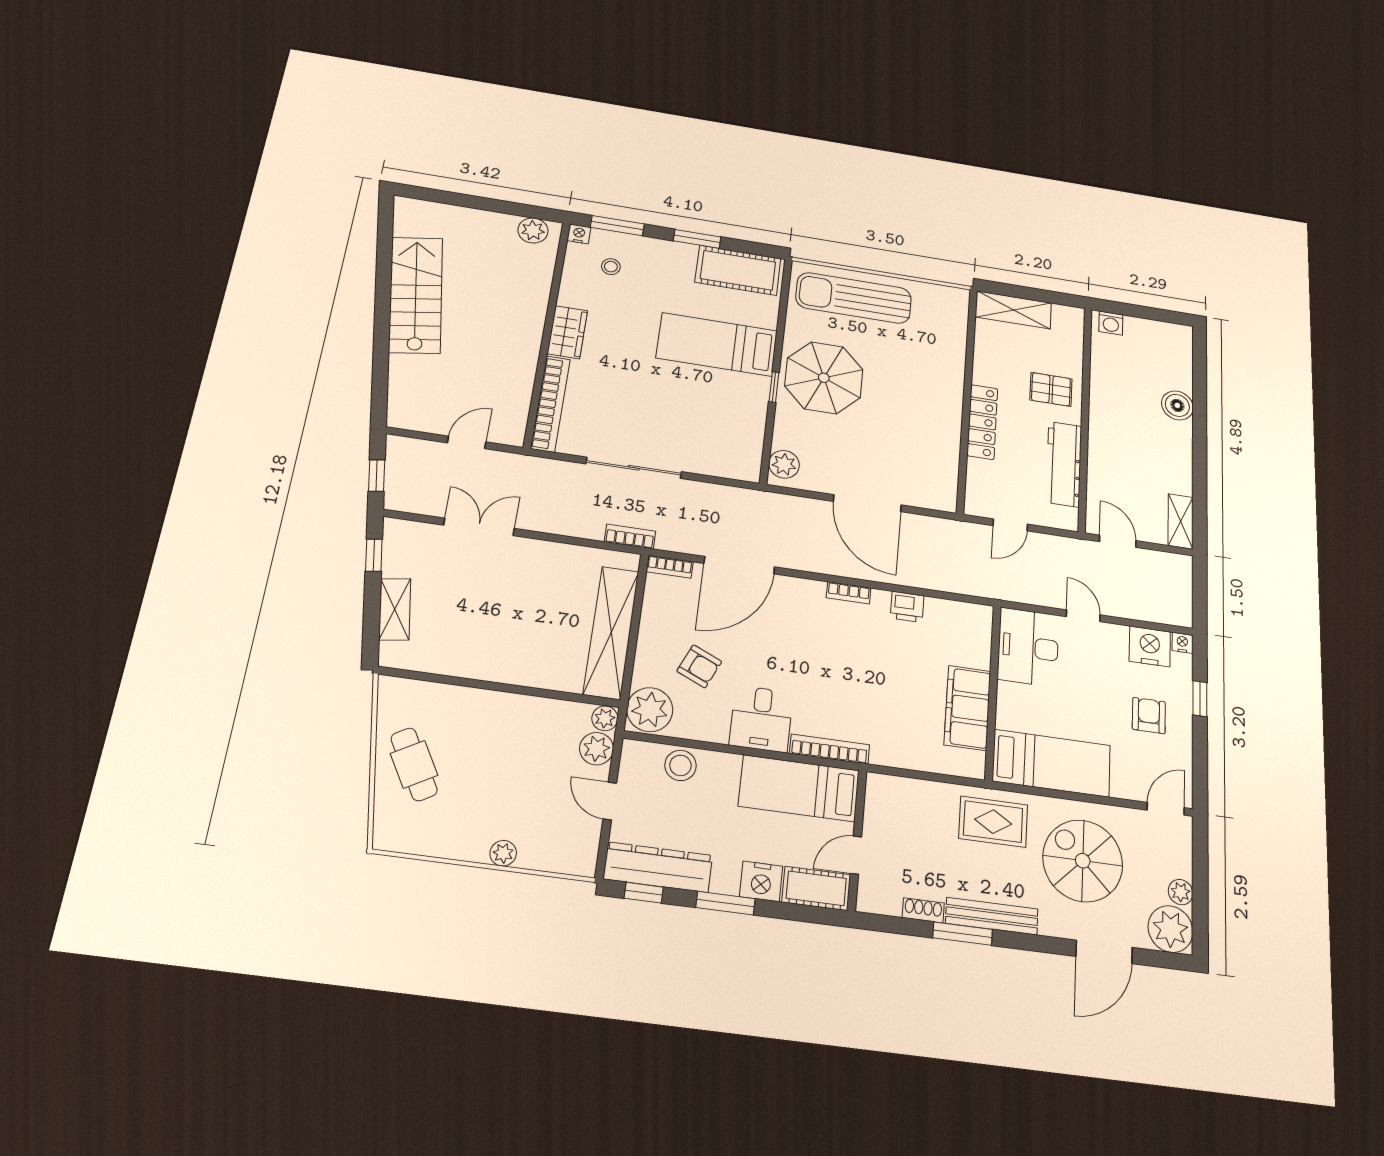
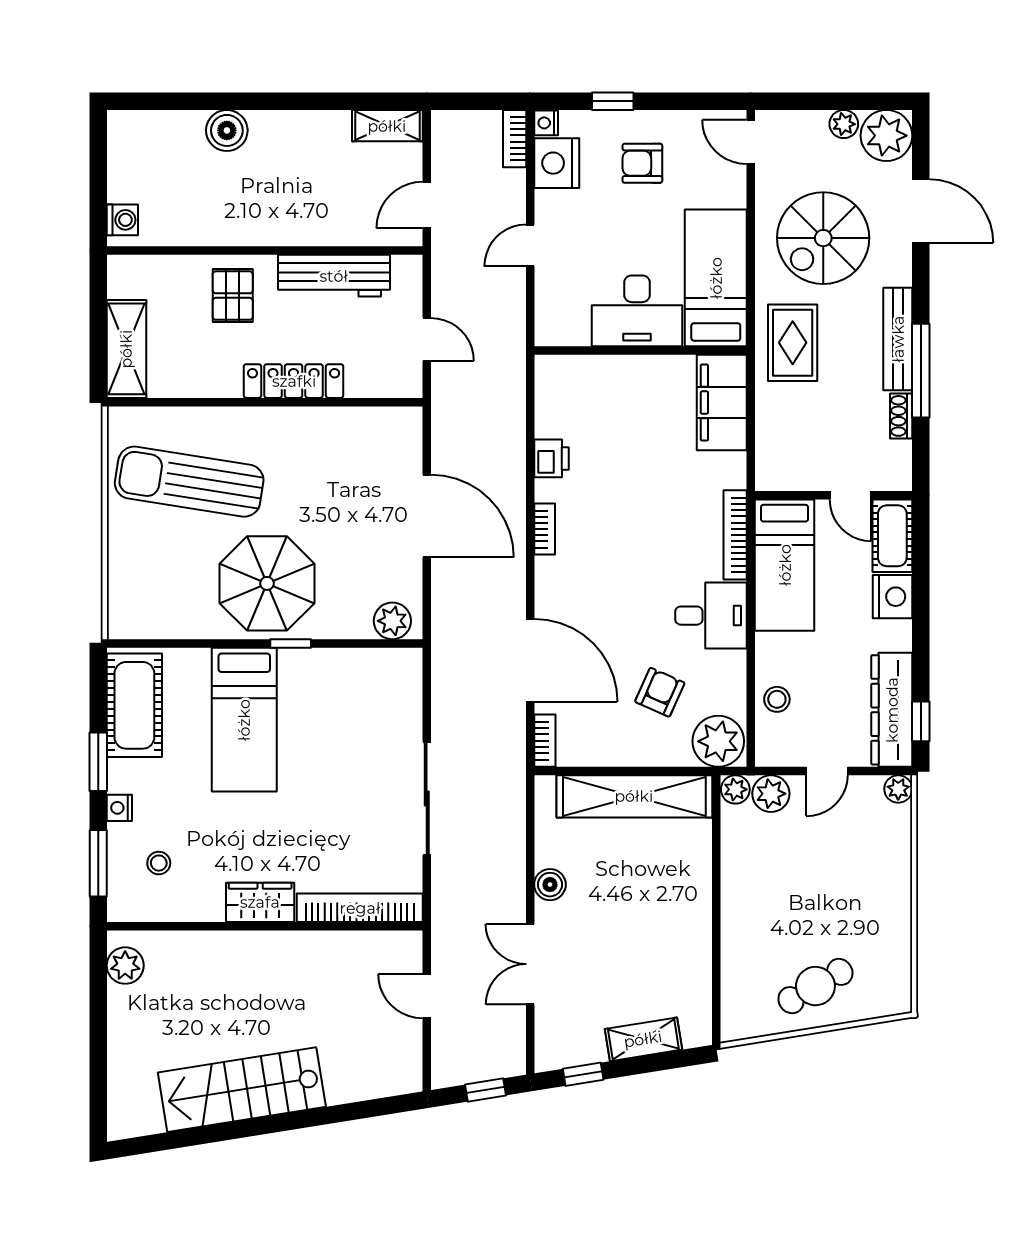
nightstand: (579, 234) -> (119, 808), moved
sun lounger: (854, 298) -> (189, 482), moved, turned 99
door: (867, 503) -> (427, 516), hinge flipped
bookcase: (630, 536) -> (515, 139), moved
boiler: (545, 553) -> (550, 885), added
desk: (1028, 647) -> (637, 311), moved
filing cabinet: (967, 708) -> (722, 403), moved, turned 90
stool: (680, 765) -> (777, 699), width x0.73, depth x0.73
plant: (503, 853) -> (898, 789), moved
window: (725, 903) -> (921, 633), removed
window: (963, 934) -> (921, 371), width x1.44

